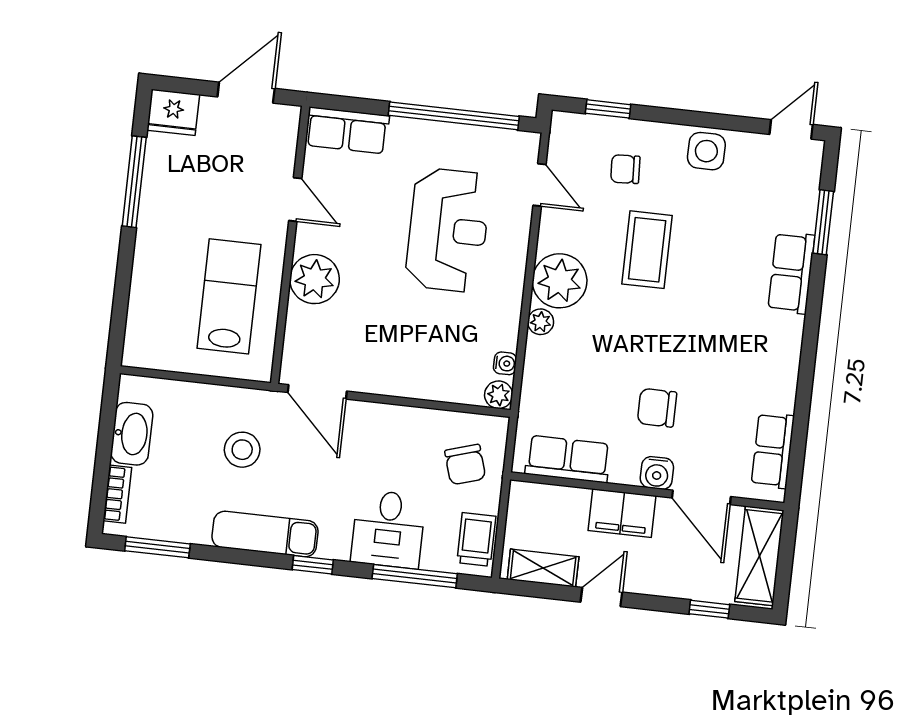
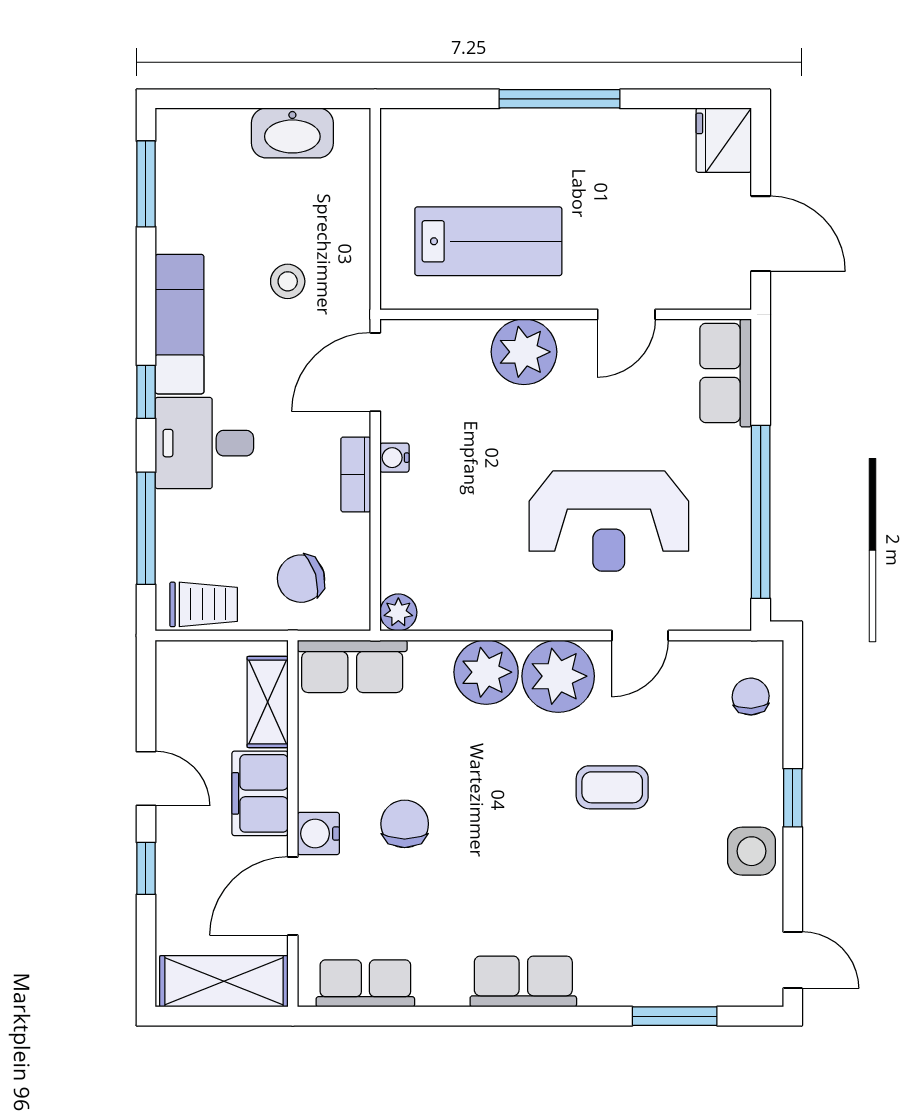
window: (608, 109) -> (793, 798), moved
chair: (625, 169) -> (751, 697), moved
window: (134, 182) -> (560, 99), moved
door: (540, 185) -> (640, 635), moved
coffee table: (647, 250) -> (612, 787), width x0.73, depth x0.77
row of seats: (791, 273) -> (523, 982), moved
plant: (541, 322) -> (486, 672), width x1.88, depth x1.88
water cooler: (505, 363) -> (394, 458), moved, turned 90
stool: (242, 450) -> (288, 281), width x0.73, depth x0.73
row of seats: (568, 459) -> (352, 666), moved, turned 90
bookcase: (117, 494) -> (356, 474), moved, turned 90
desk: (388, 529) -> (204, 443), moved
shelving: (543, 568) -> (268, 702), moved
window: (709, 609) -> (146, 868), moved

